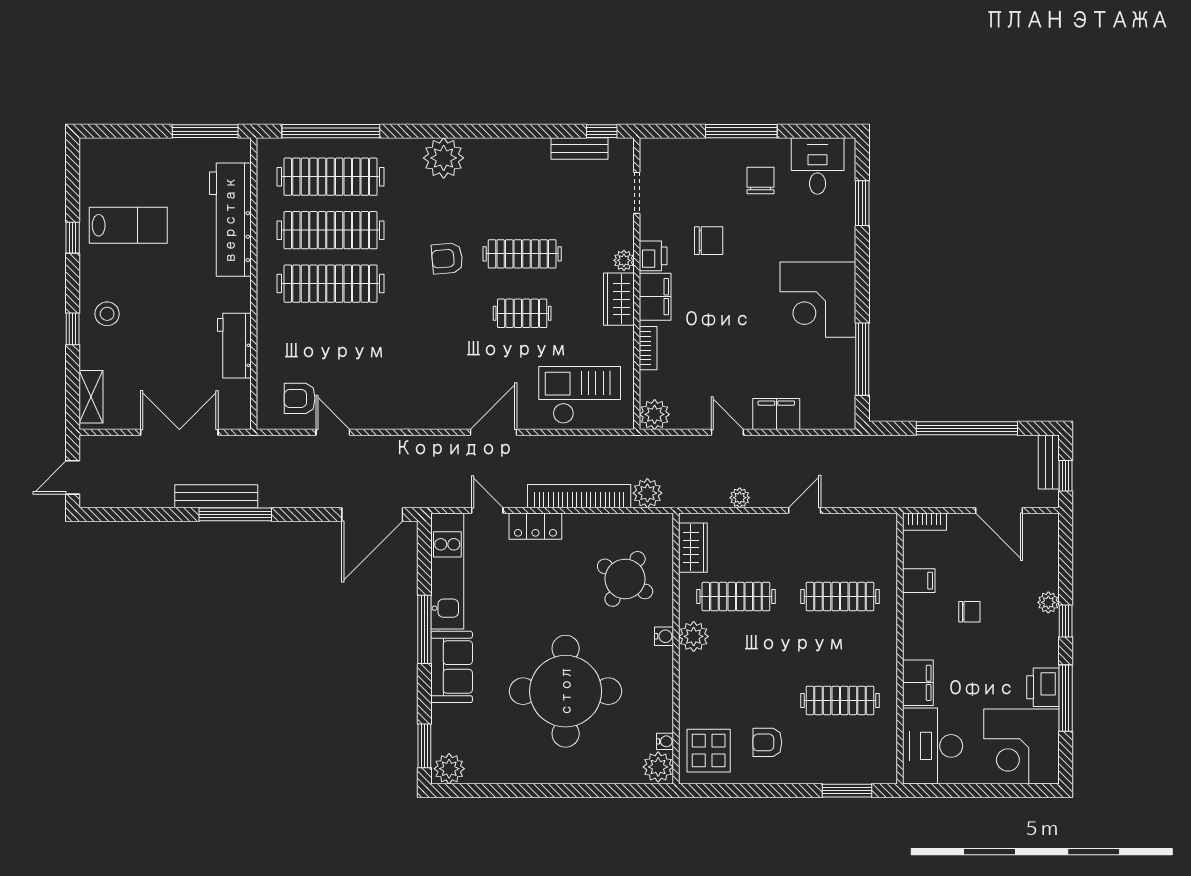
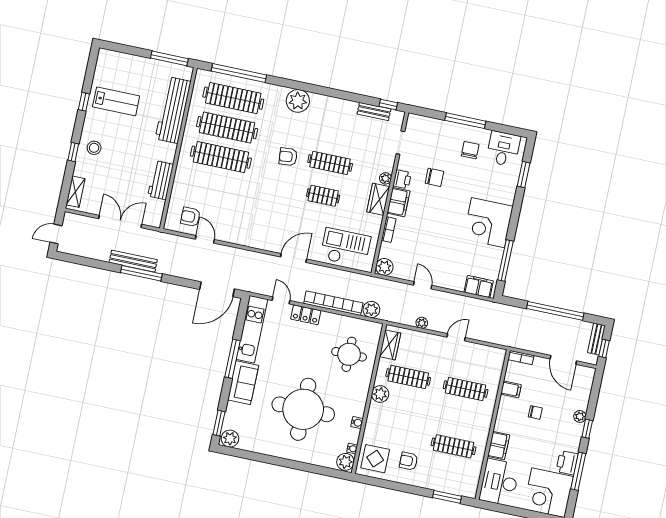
filing cabinet: (776, 414) -> (479, 287), moved
round table: (625, 579) -> (349, 354), turned -32
water cooler: (664, 636) -> (357, 423), moved

